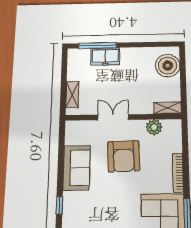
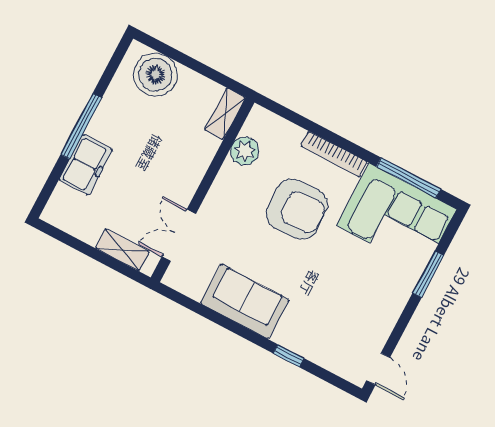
window: (98, 46) -> (81, 126), moved
double door: (113, 117) -> (179, 235), moved
armchair: (124, 156) -> (297, 209), moved

